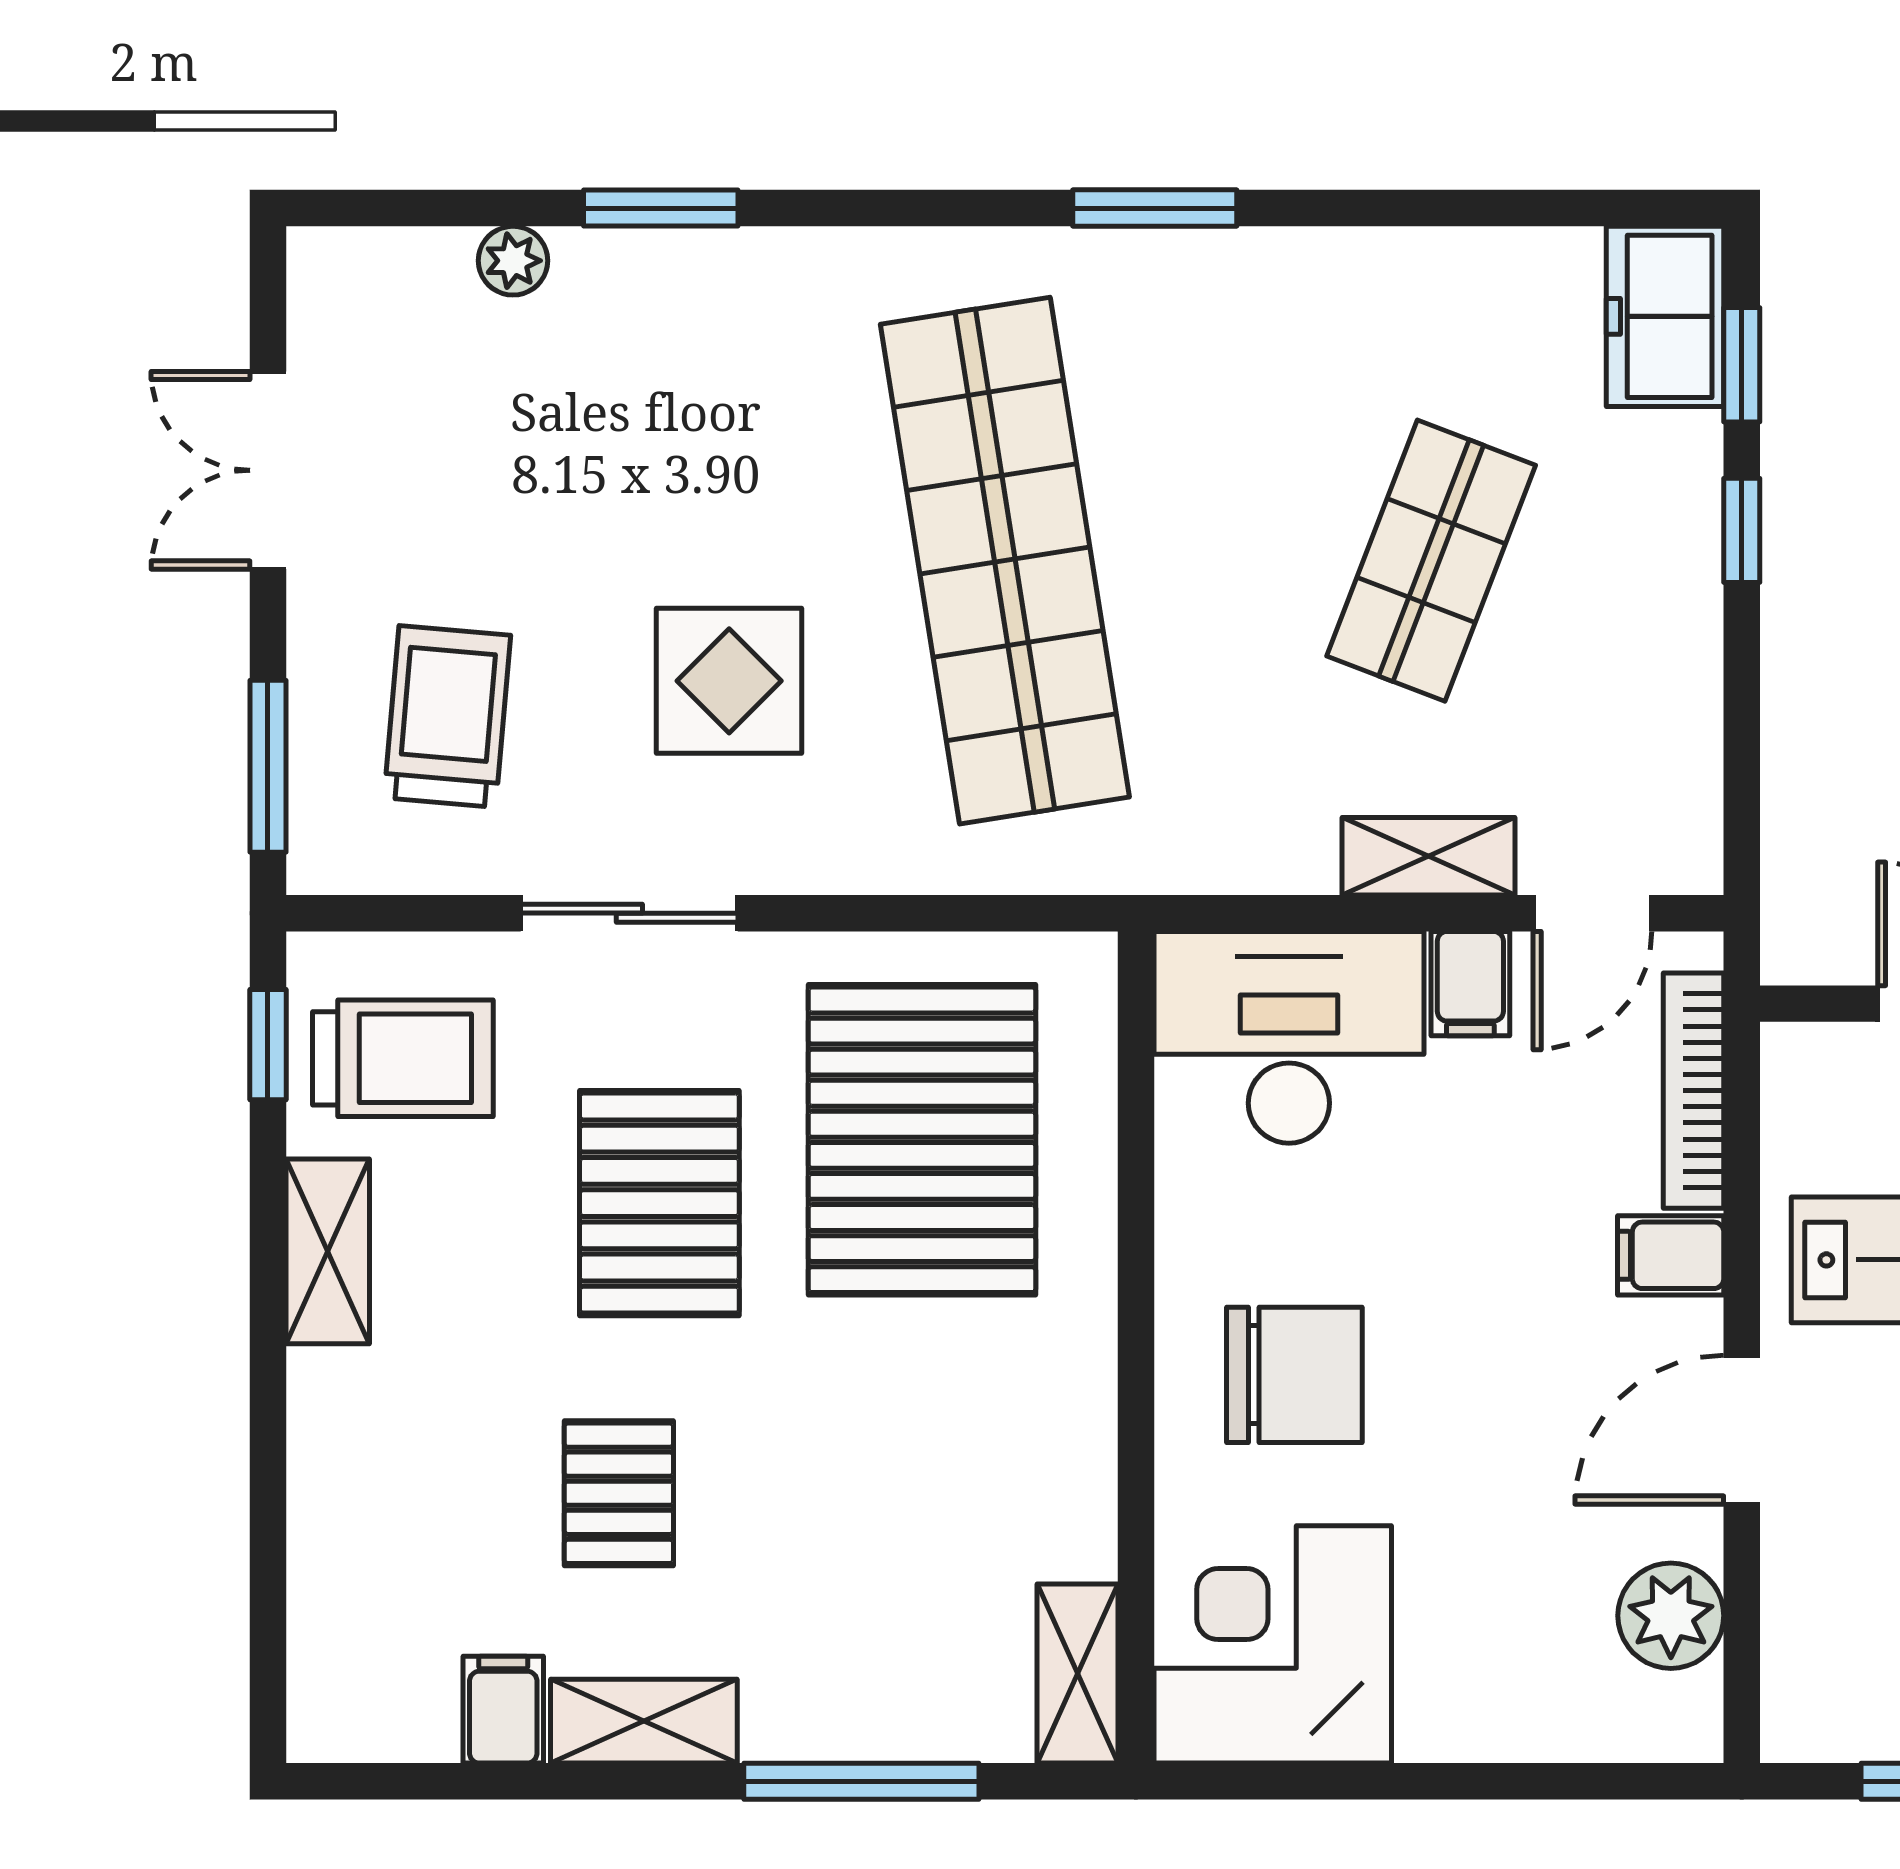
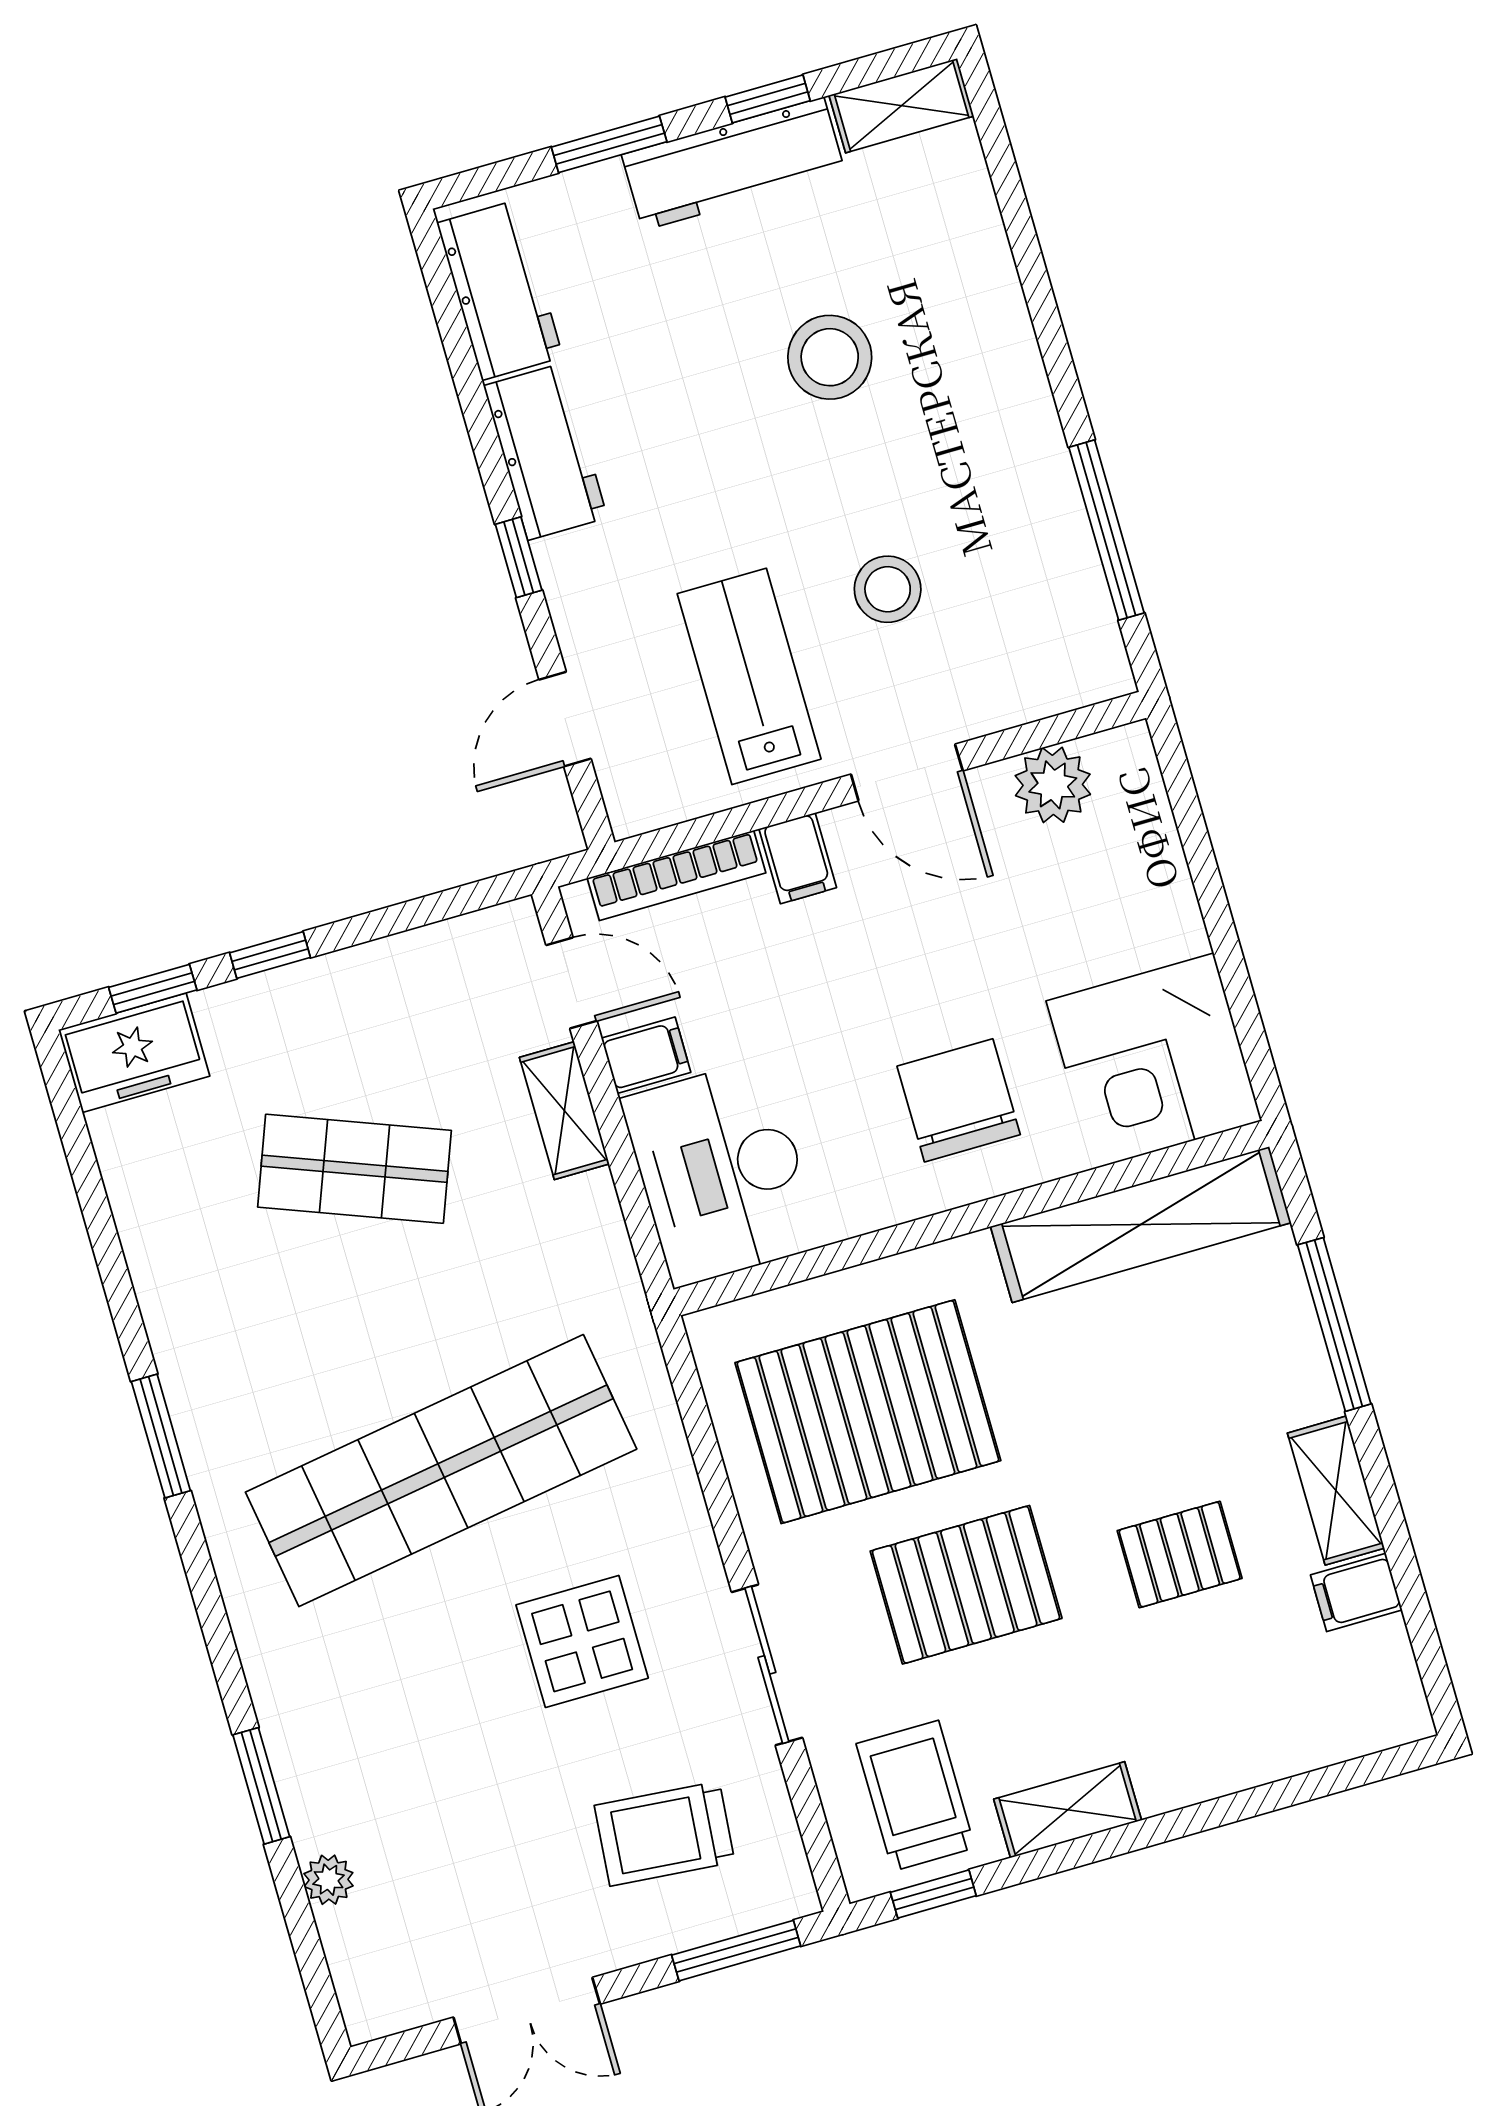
shelving: (1078, 1674) -> (1141, 1225), width x2.20, depth x1.33

